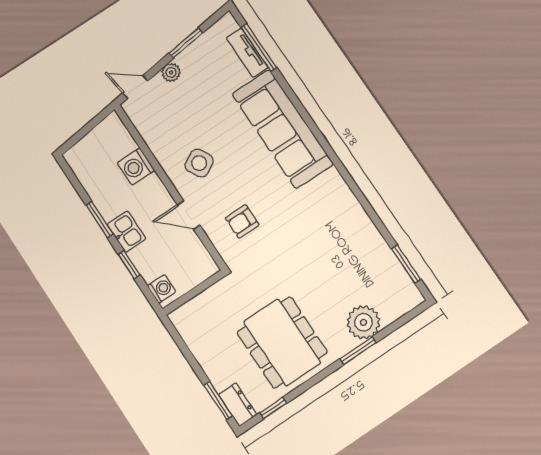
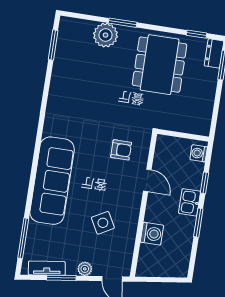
tv unit: (247, 53) -> (47, 268), moved, turned -98
side table: (199, 163) -> (103, 223), moved

